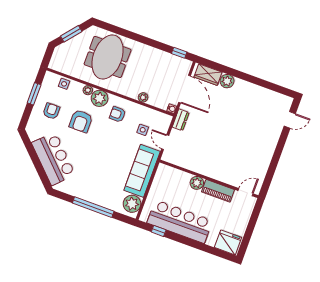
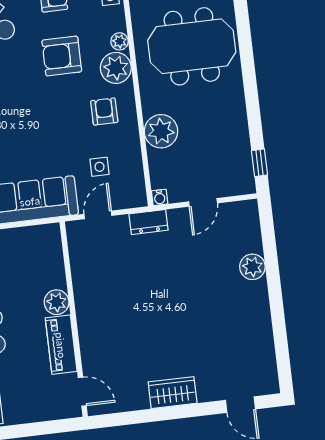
wardrobe: (208, 75) -> (173, 393), moved, turned 90
door: (184, 89) -> (203, 202), width x0.53
plant: (143, 97) -> (161, 131), width x1.88, depth x1.88

